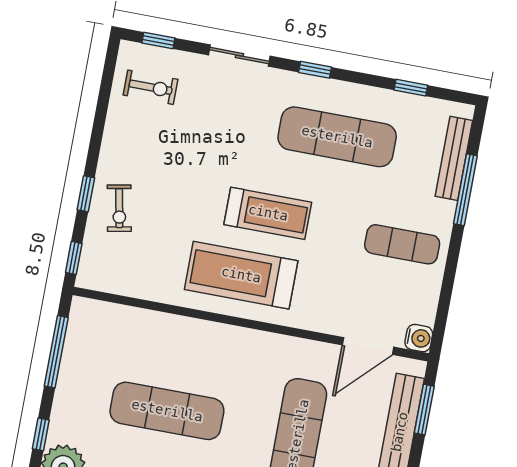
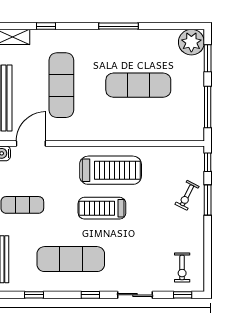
exercise bike: (151, 87) -> (182, 267), turned -90
window: (86, 194) -> (208, 200), width x1.50
exercise bike: (119, 208) -> (187, 195), turned -142
window: (41, 434) -> (208, 58), width x1.50

